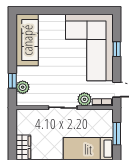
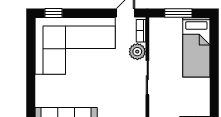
window: (117, 49) -> (53, 13), moved

